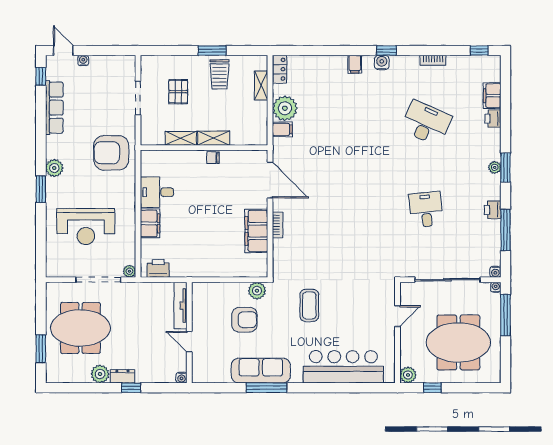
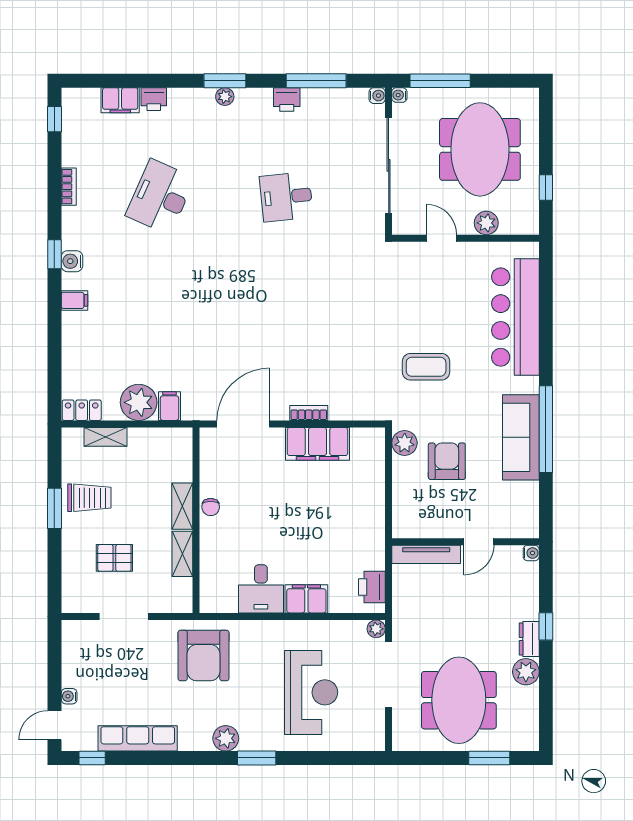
plant: (408, 375) -> (486, 223), moved
window: (266, 388) -> (546, 429), width x1.46

